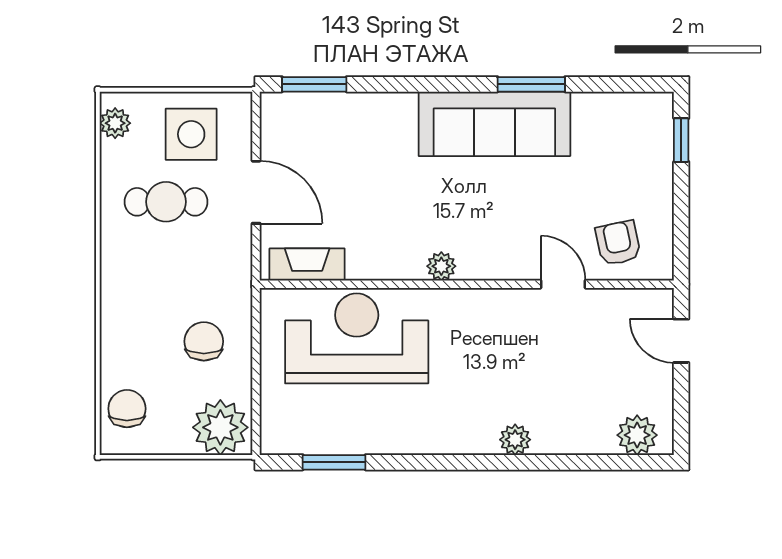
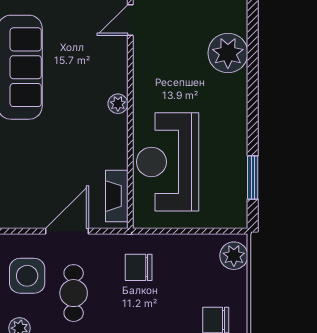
chair: (204, 341) -> (139, 267), moved
plant: (220, 427) -> (234, 256), width x0.73, depth x0.73
plant: (515, 440) -> (228, 53), width x1.87, depth x1.87

